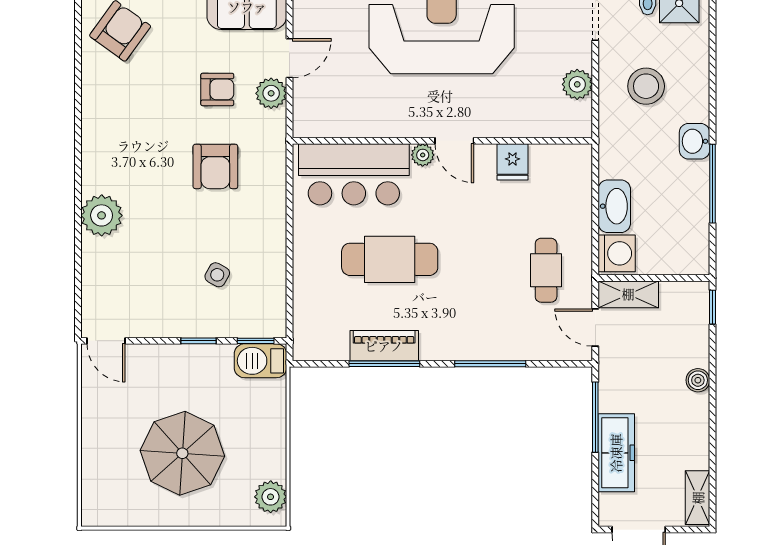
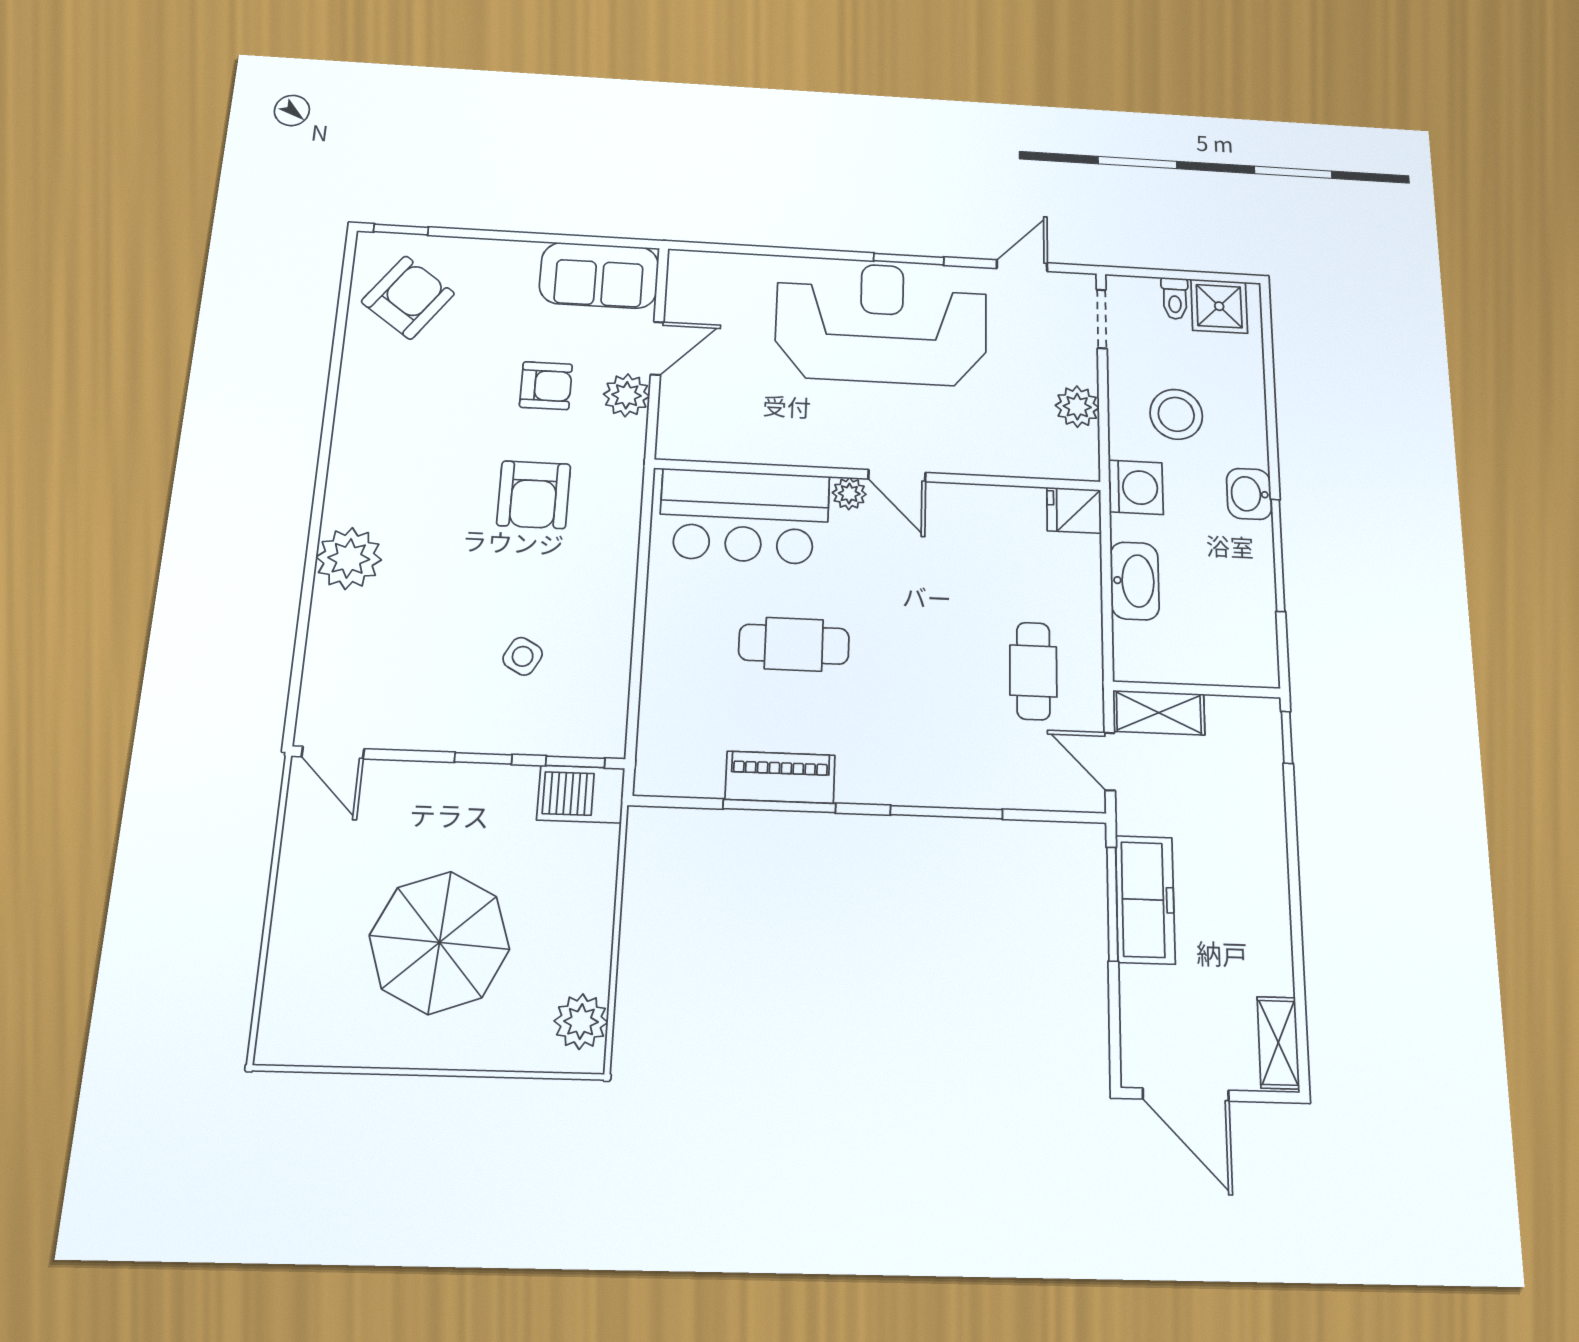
fridge: (513, 162) -> (1074, 510), moved, turned 90
washing machine: (617, 253) -> (1136, 487), moved
cafe table: (390, 259) -> (794, 644), width x0.73, depth x0.74
boiler: (698, 380) -> (1270, 850), removed
freezer: (616, 453) -> (1145, 899), moved

